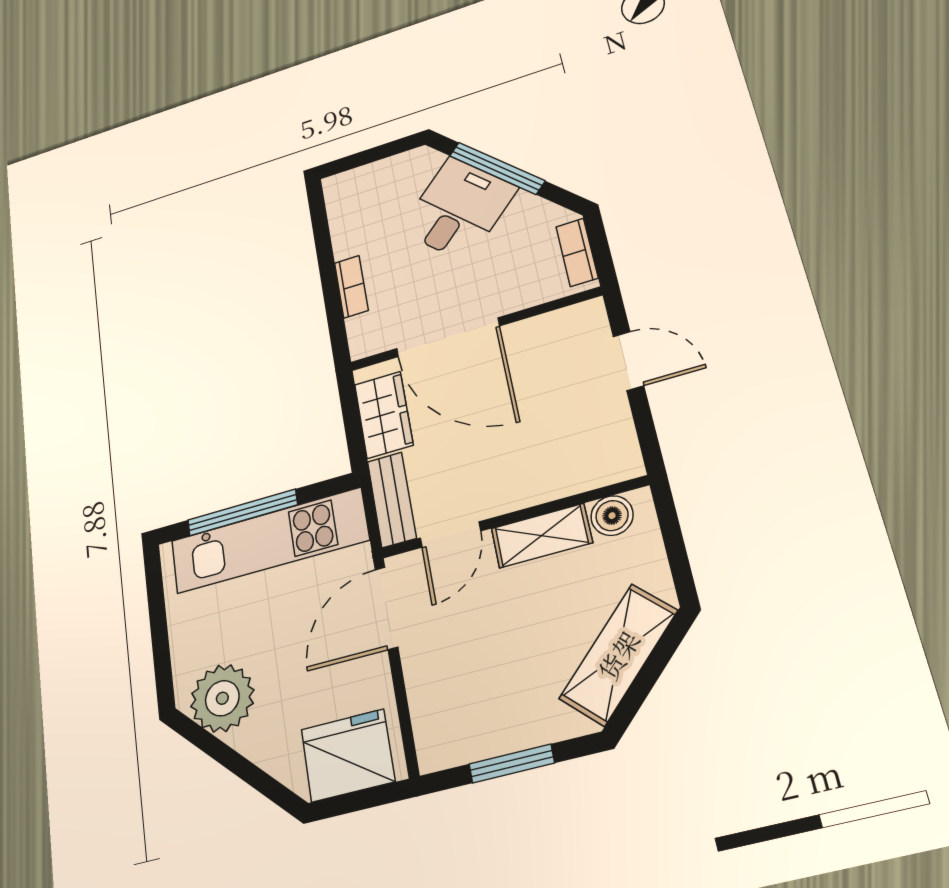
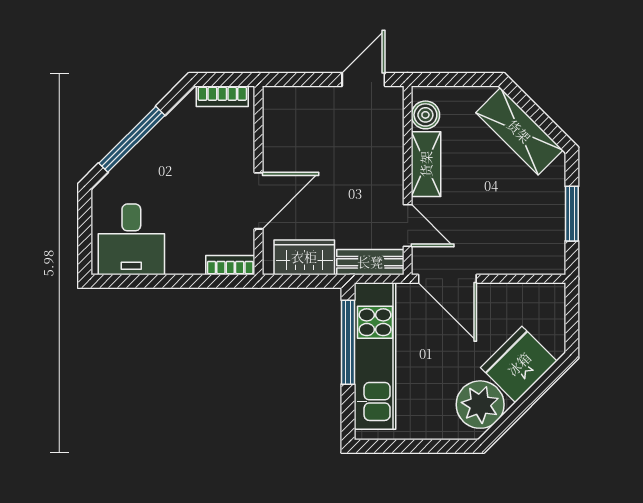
desk: (458, 209) -> (131, 239), moved, turned -135
bookcase: (351, 287) -> (230, 265), moved
door: (448, 337) -> (259, 201), width x0.73
door: (628, 361) -> (363, 80), moved
window: (242, 512) -> (348, 342), moved
fridge: (348, 755) -> (519, 364), moved, turned 45

